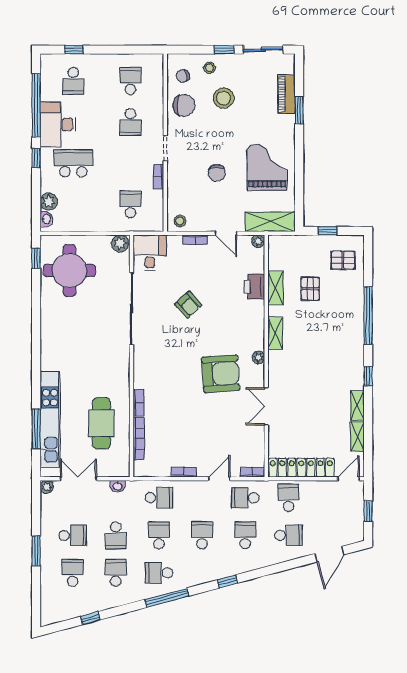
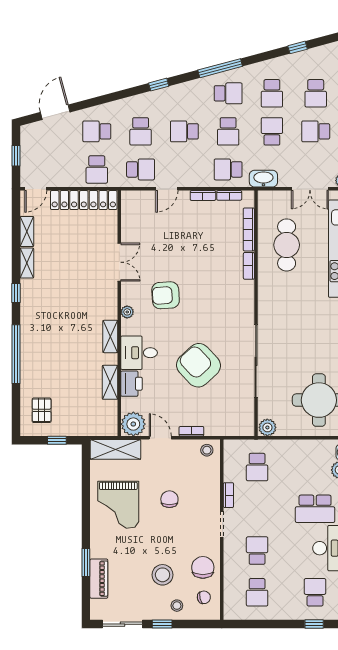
chair: (184, 105) -> (203, 567), turned 90
plant: (258, 241) -> (133, 424), width x1.88, depth x1.88
desk: (150, 253) -> (139, 353), moved, turned 90
pallet: (343, 260) -> (42, 410), turned 90
pallet: (310, 289) -> (75, 382), removed
armchair: (188, 305) -> (199, 365), width x1.88, depth x1.88
armchair: (221, 374) -> (166, 295), width x0.73, depth x0.73
bookcase: (252, 472) -> (229, 195), moved
washbasin: (118, 486) -> (263, 179), width x1.91, depth x1.45
school desk: (202, 535) -> (184, 131), turned 90

